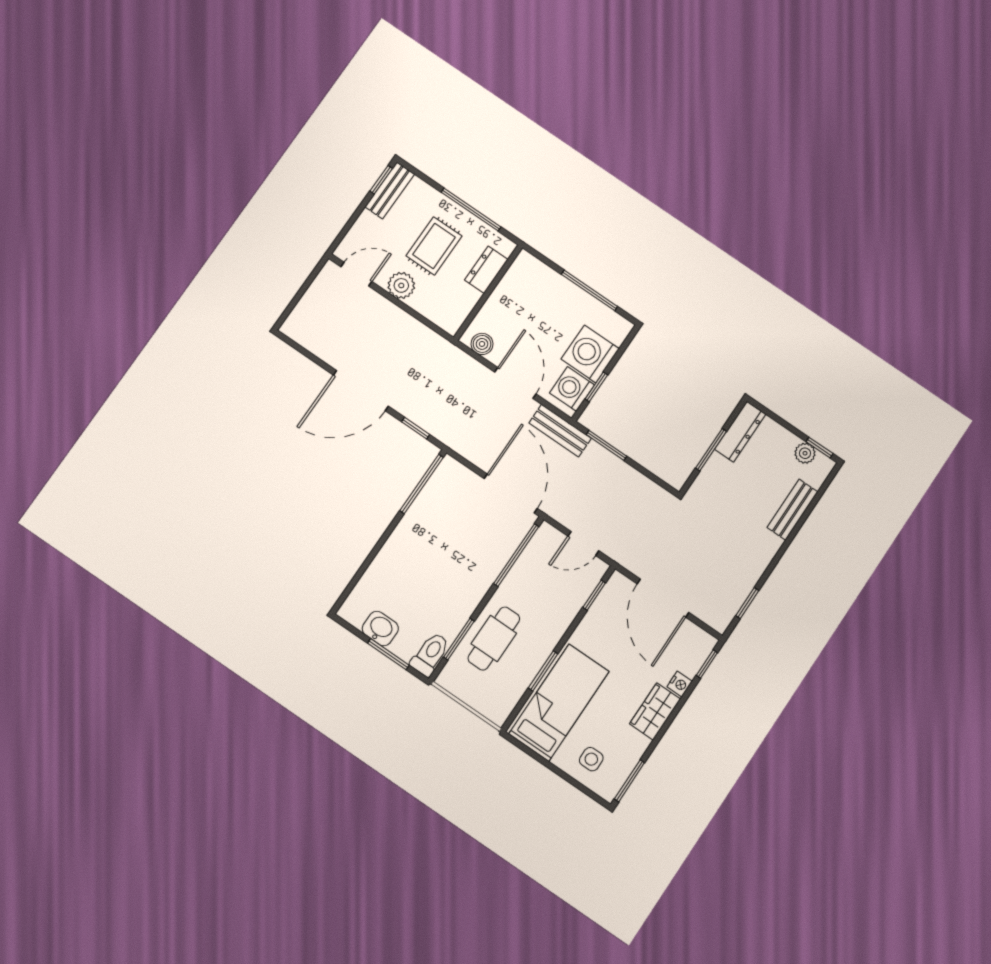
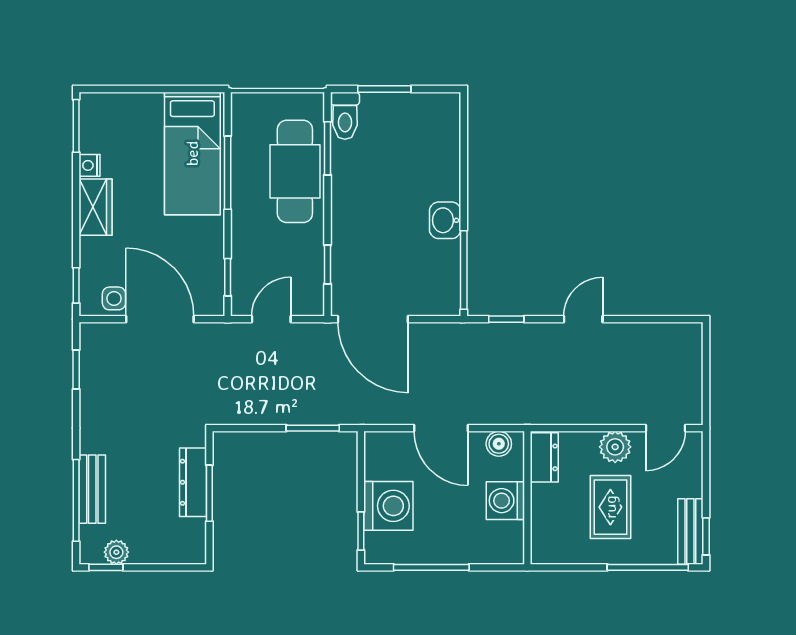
window: (471, 210) -> (648, 567), moved
dresser: (486, 270) -> (544, 457), moved
window: (596, 387) -> (361, 531), moved
washing machine: (572, 389) -> (505, 501), moved, turned 180
door: (361, 391) -> (583, 319), width x0.53
bench: (560, 431) -> (367, 412), removed
dresser: (740, 432) -> (193, 482), moved
window: (809, 510) -> (76, 500), added
window: (516, 555) -> (327, 264), width x0.46
washbasin: (380, 629) -> (445, 220), moved, turned 90
cafe table: (494, 638) -> (295, 171), width x1.37, depth x1.35
window: (543, 671) -> (228, 173), width x1.44
nightstand: (680, 684) -> (90, 165), moved
side table: (591, 759) -> (114, 298), moved

